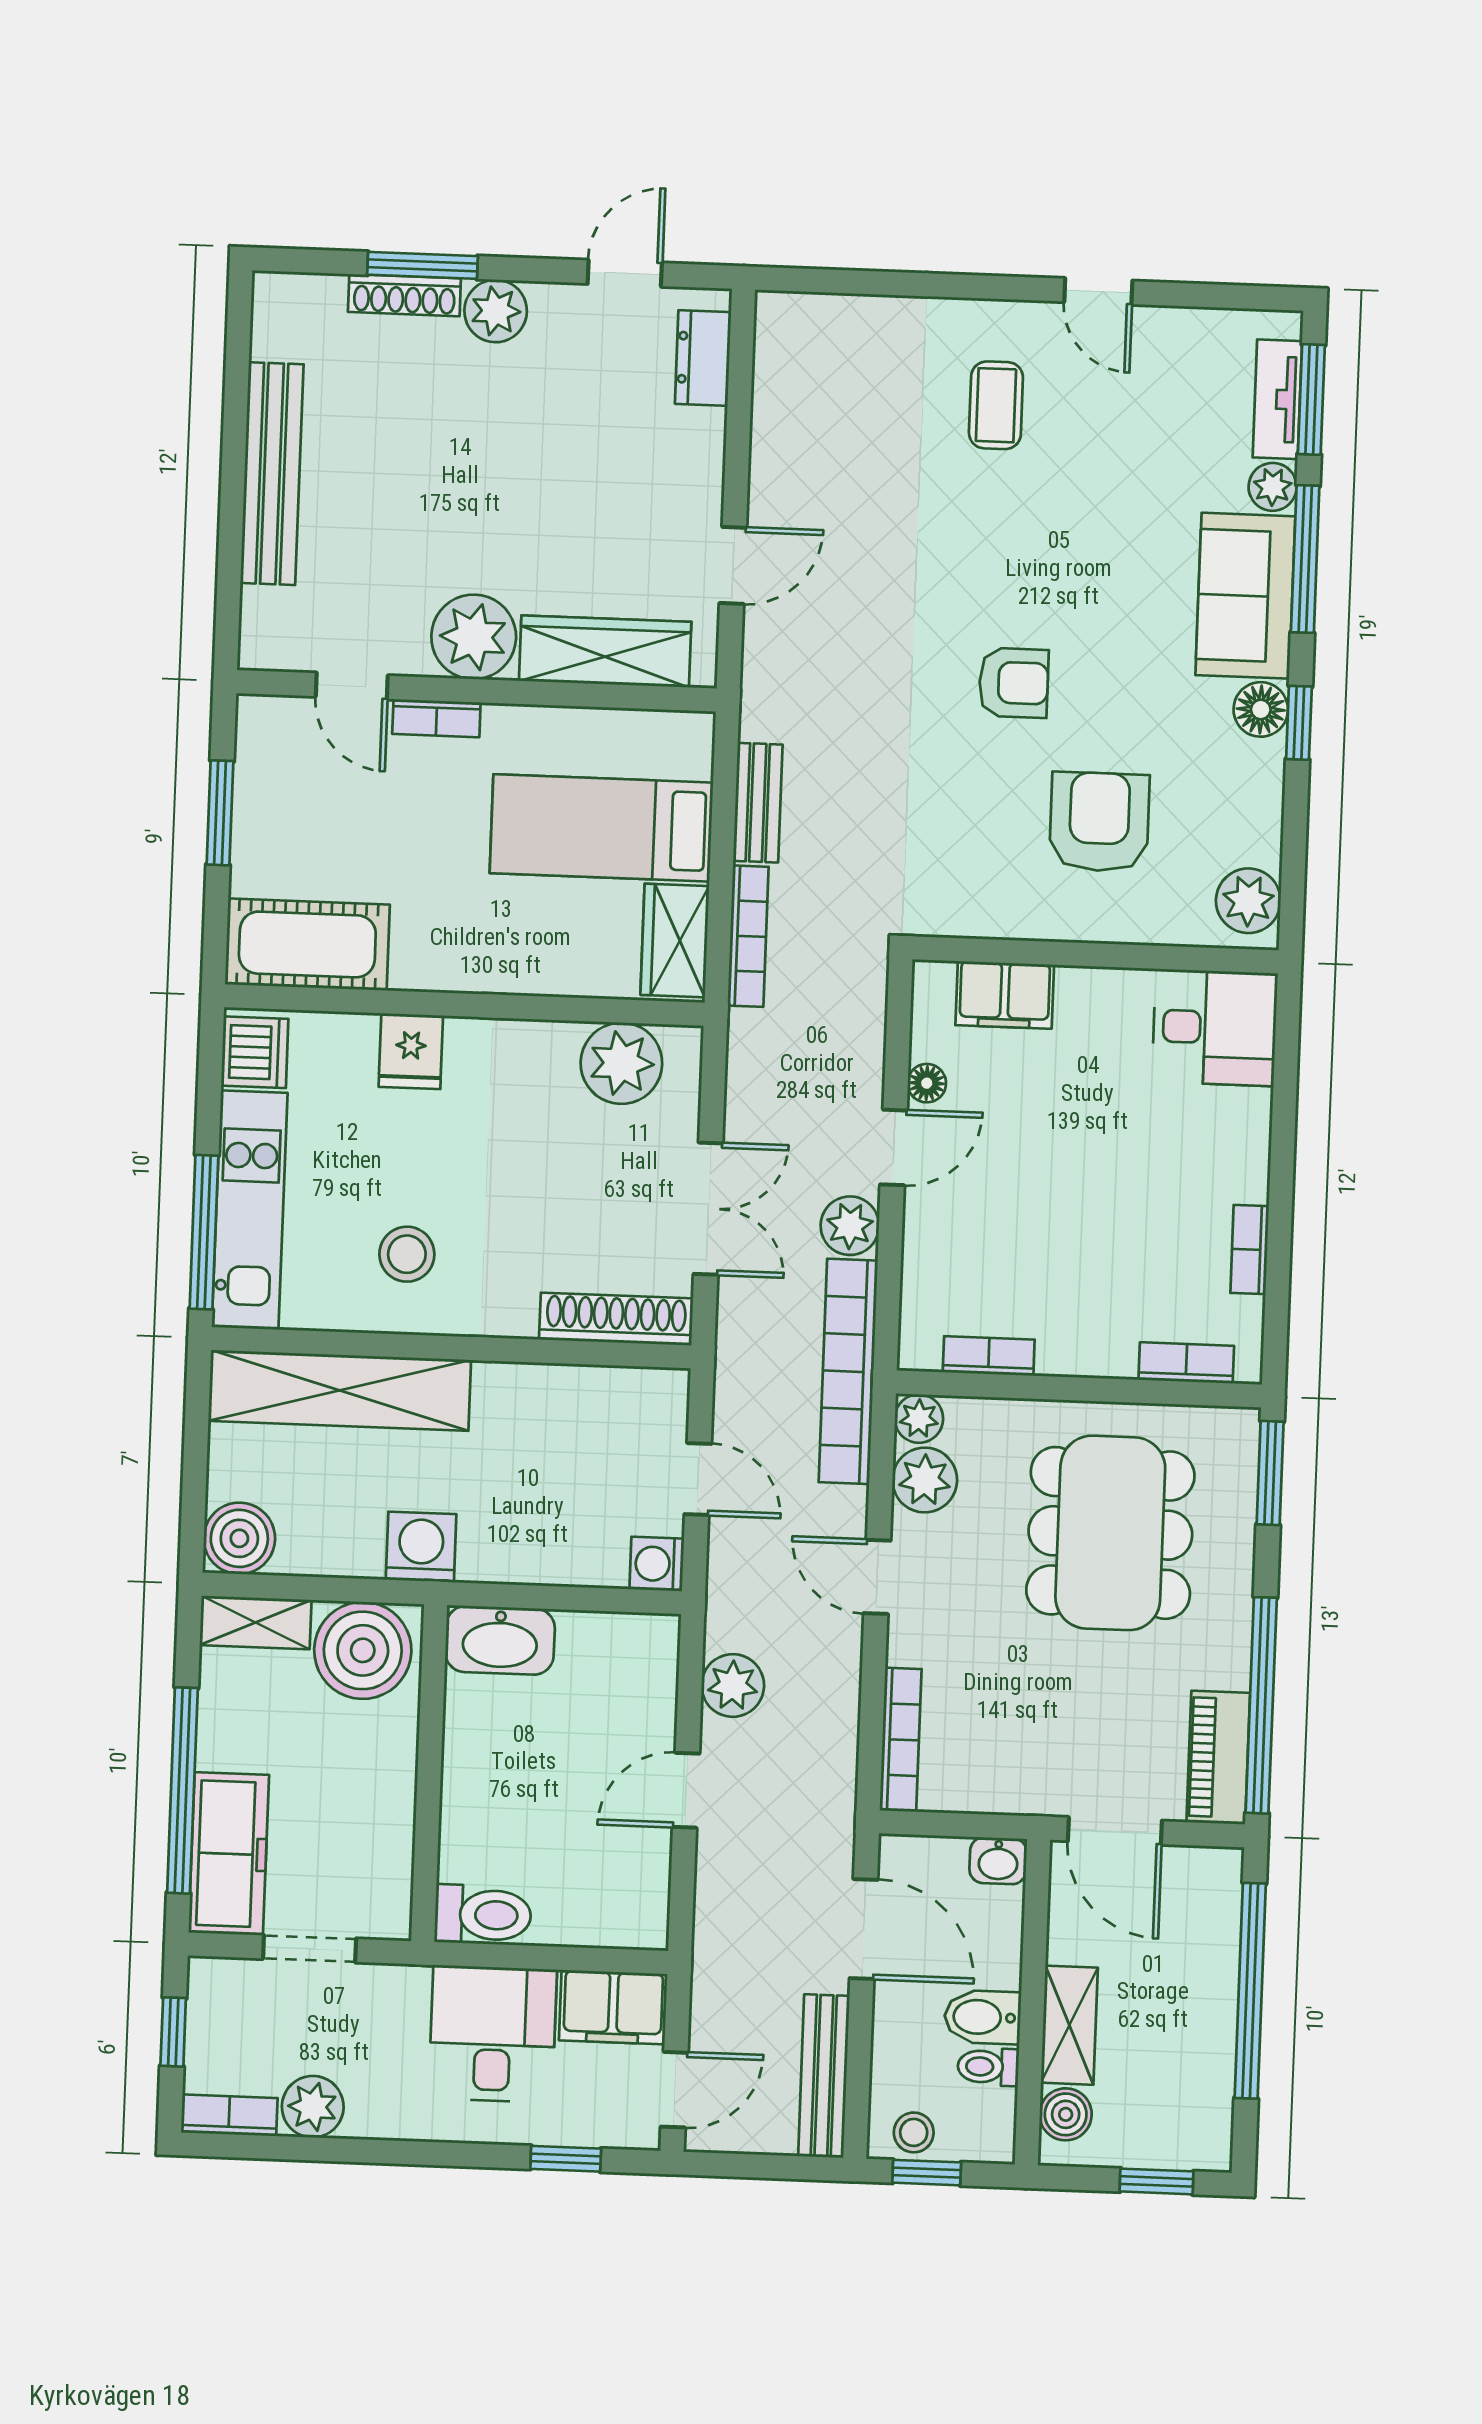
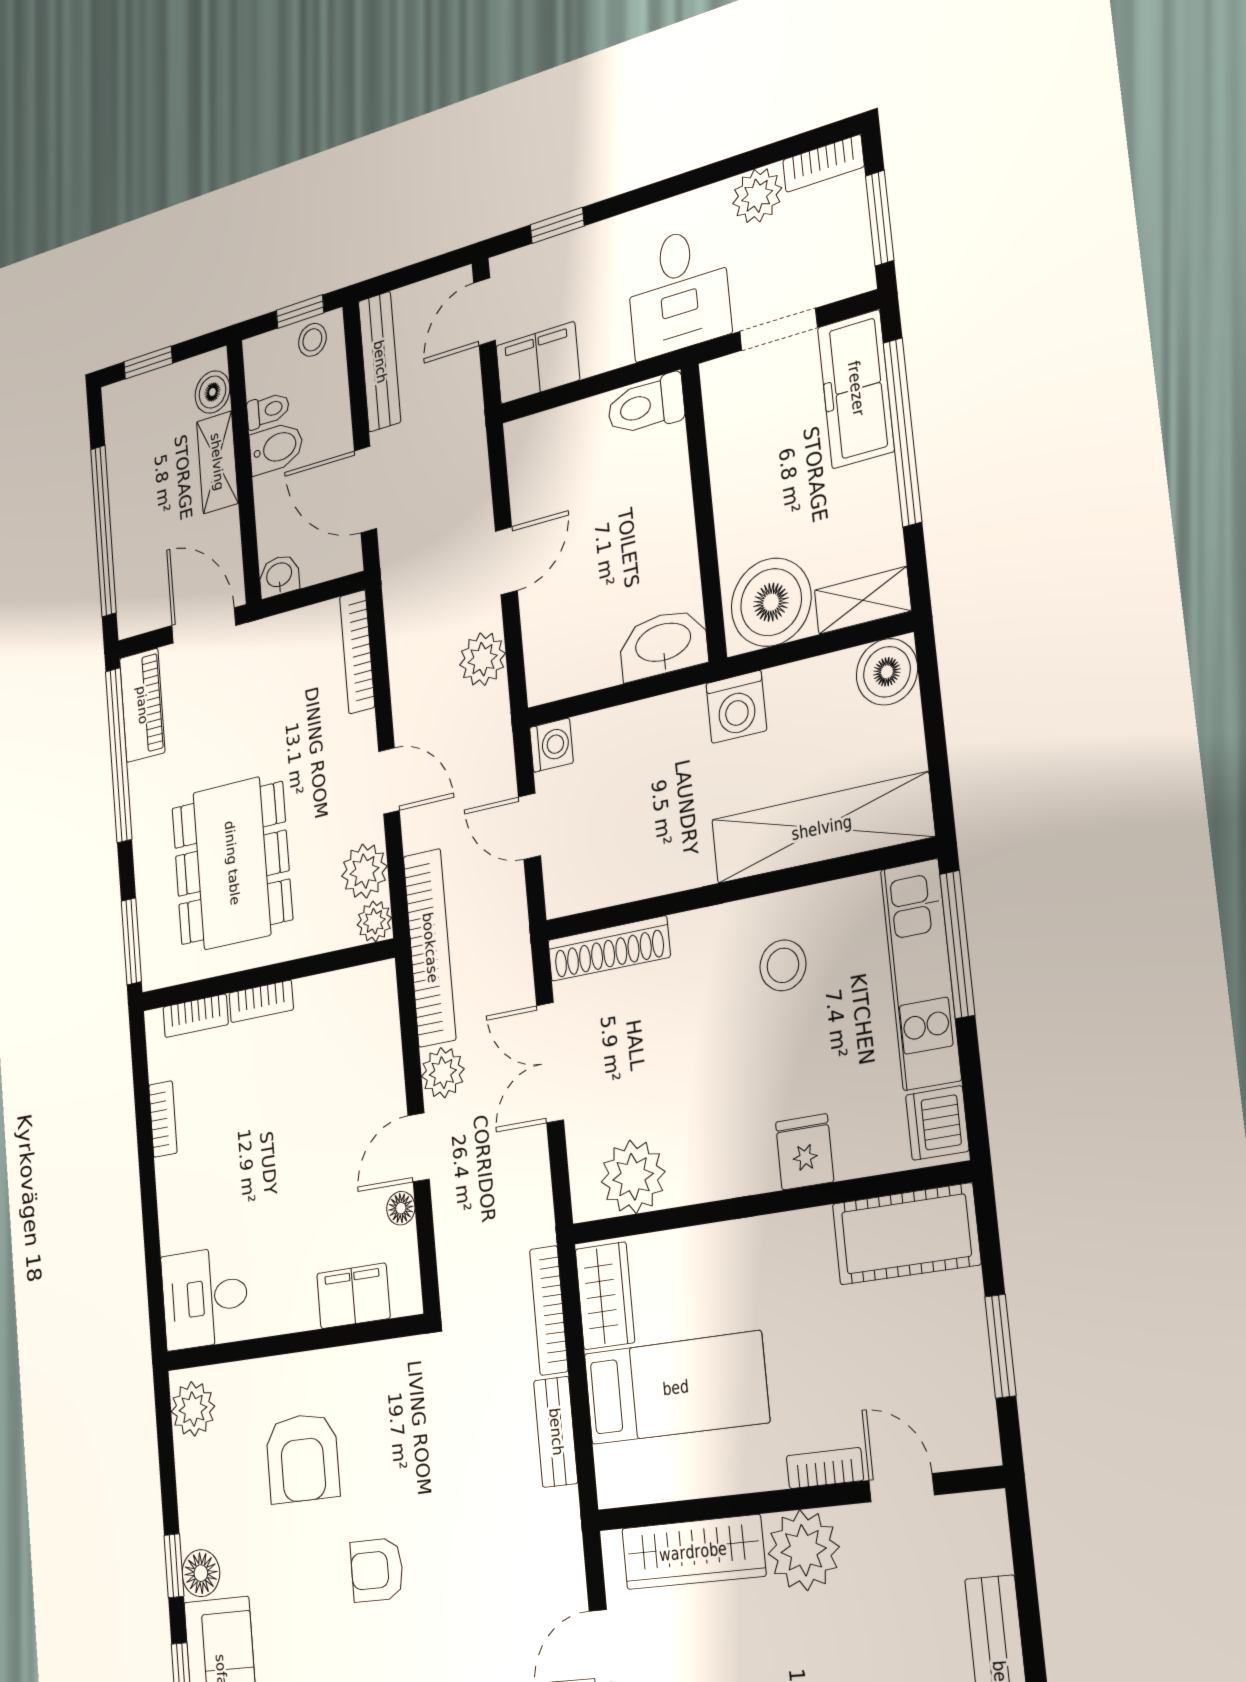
bookcase: (989, 1356) -> (261, 1001), moved
window: (173, 2032) -> (880, 218), width x1.50
desk: (493, 2034) -> (678, 291), moved

